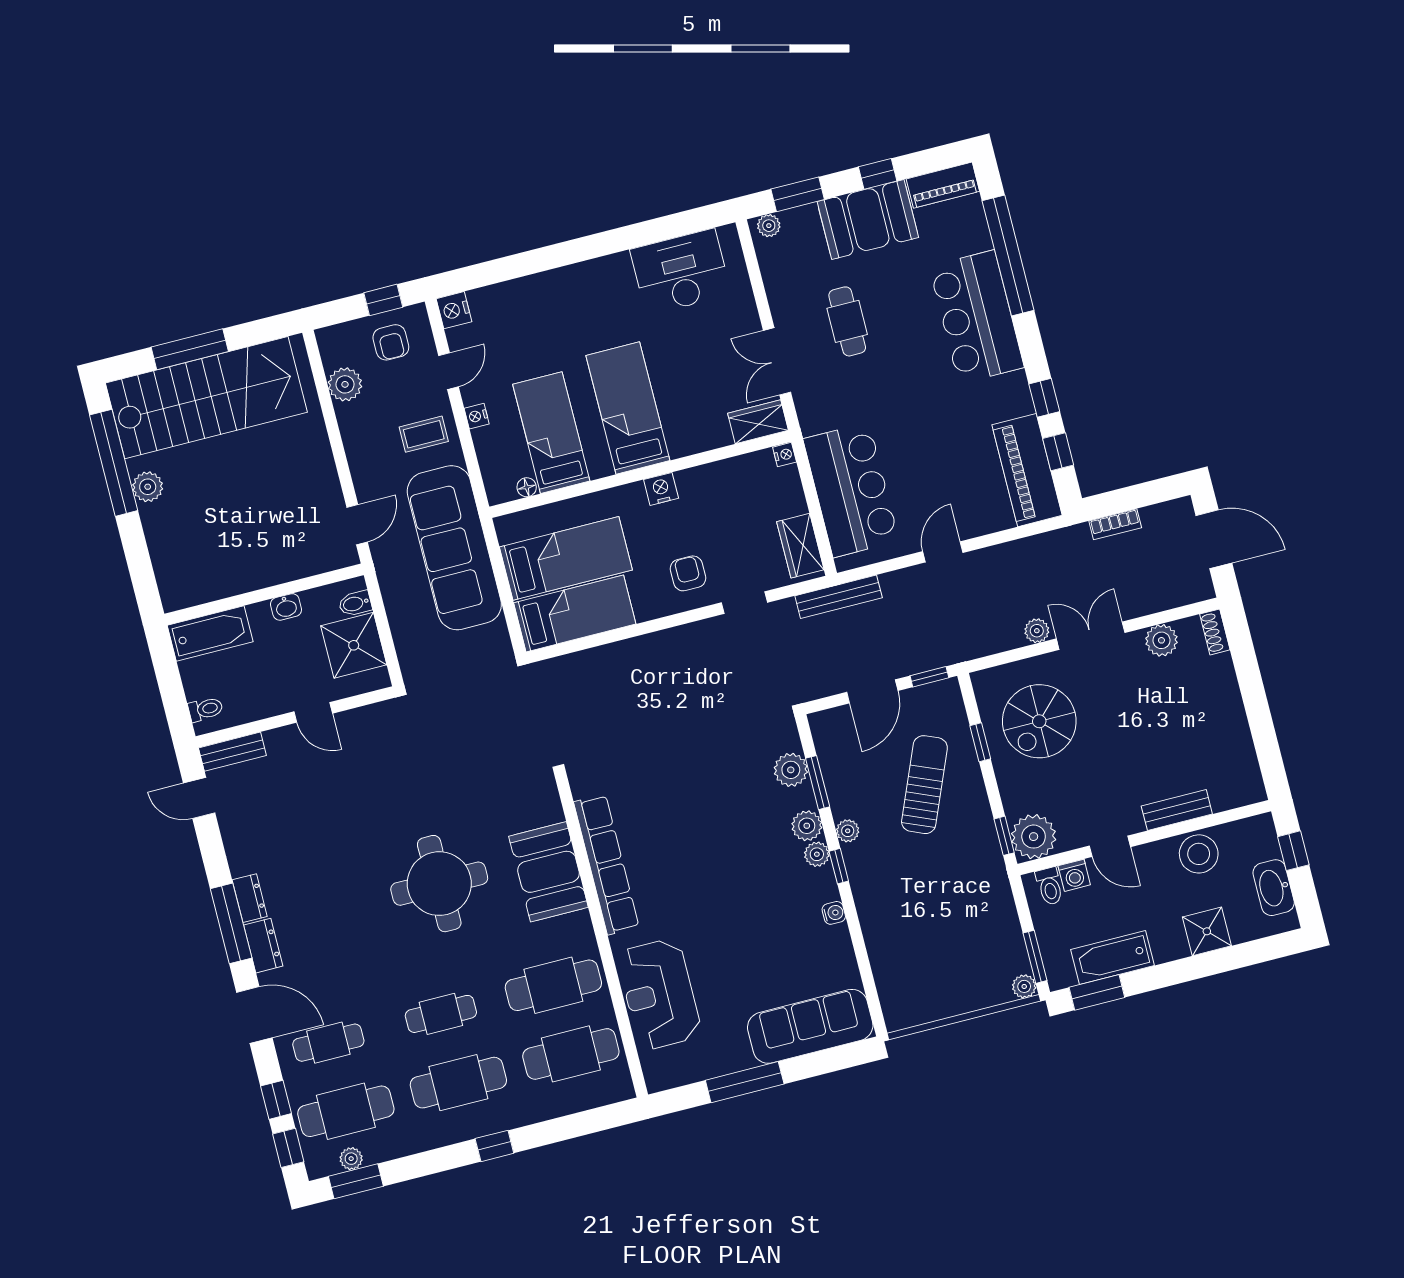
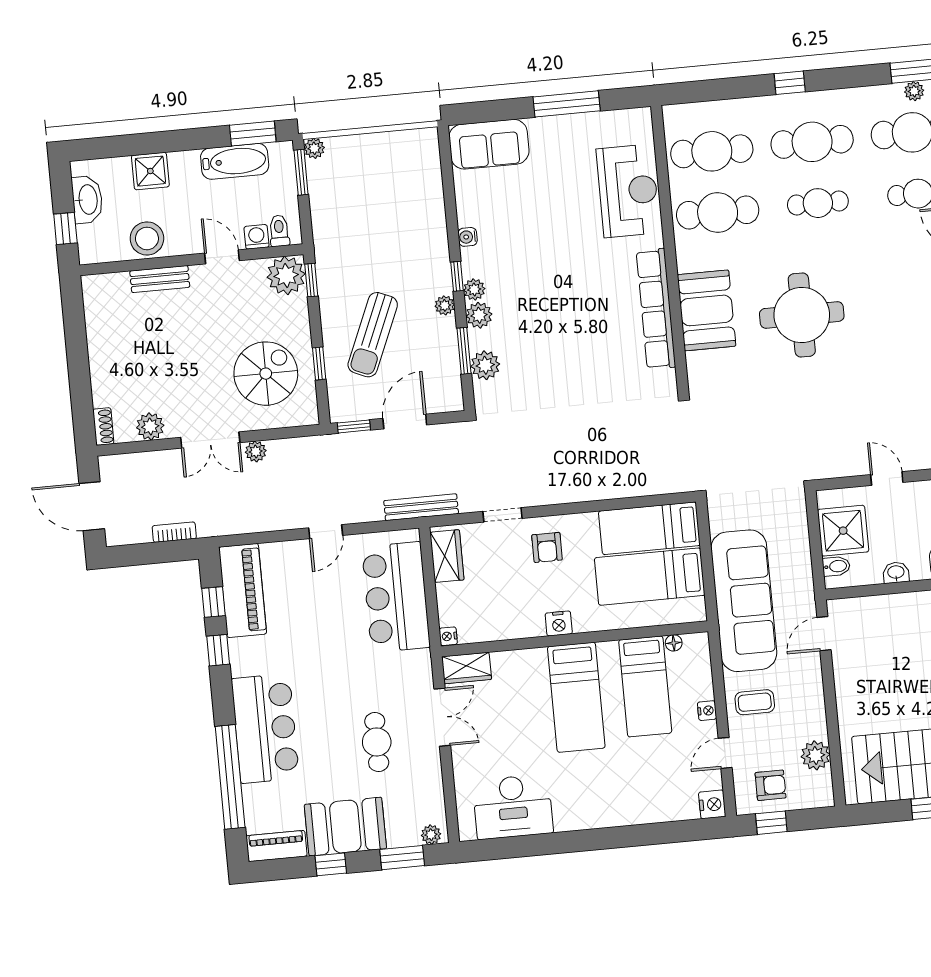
armchair: (391, 342) -> (771, 785), turned 90
sofa: (810, 1026) -> (489, 144), width x0.73

